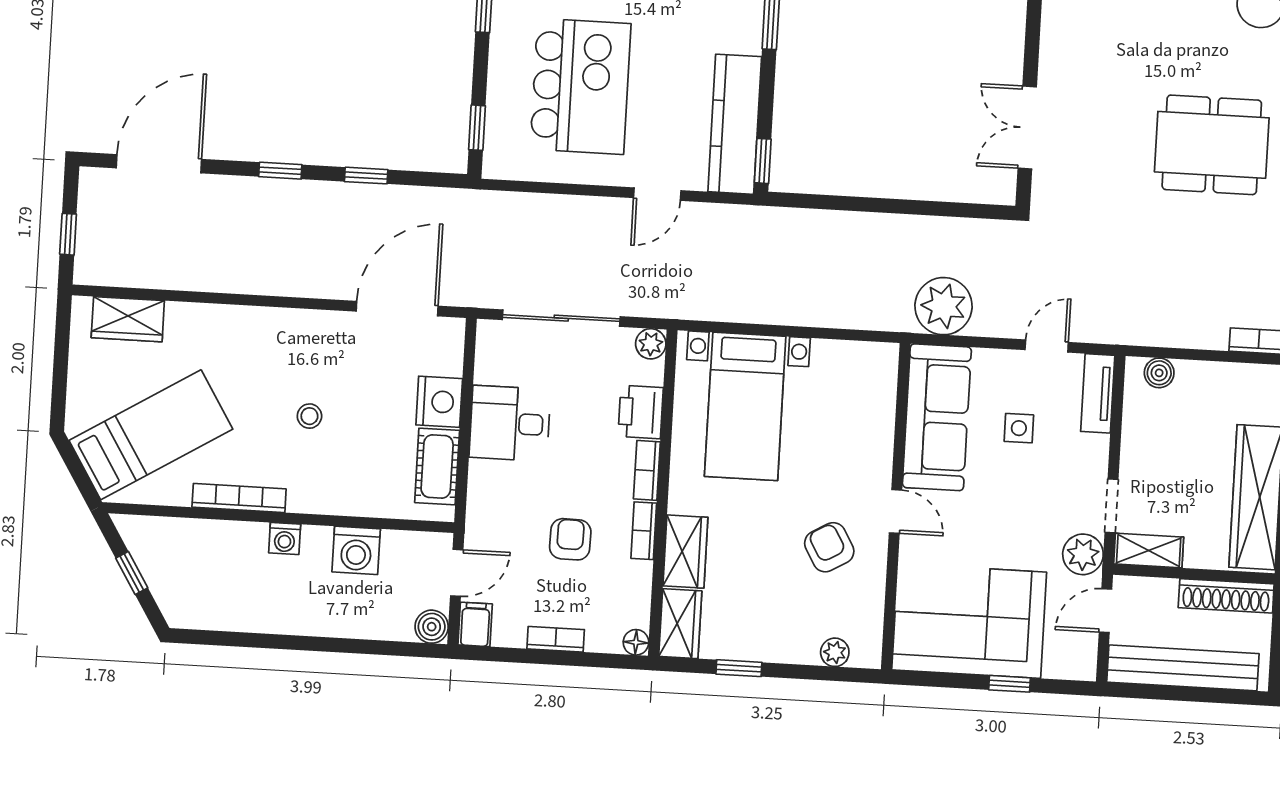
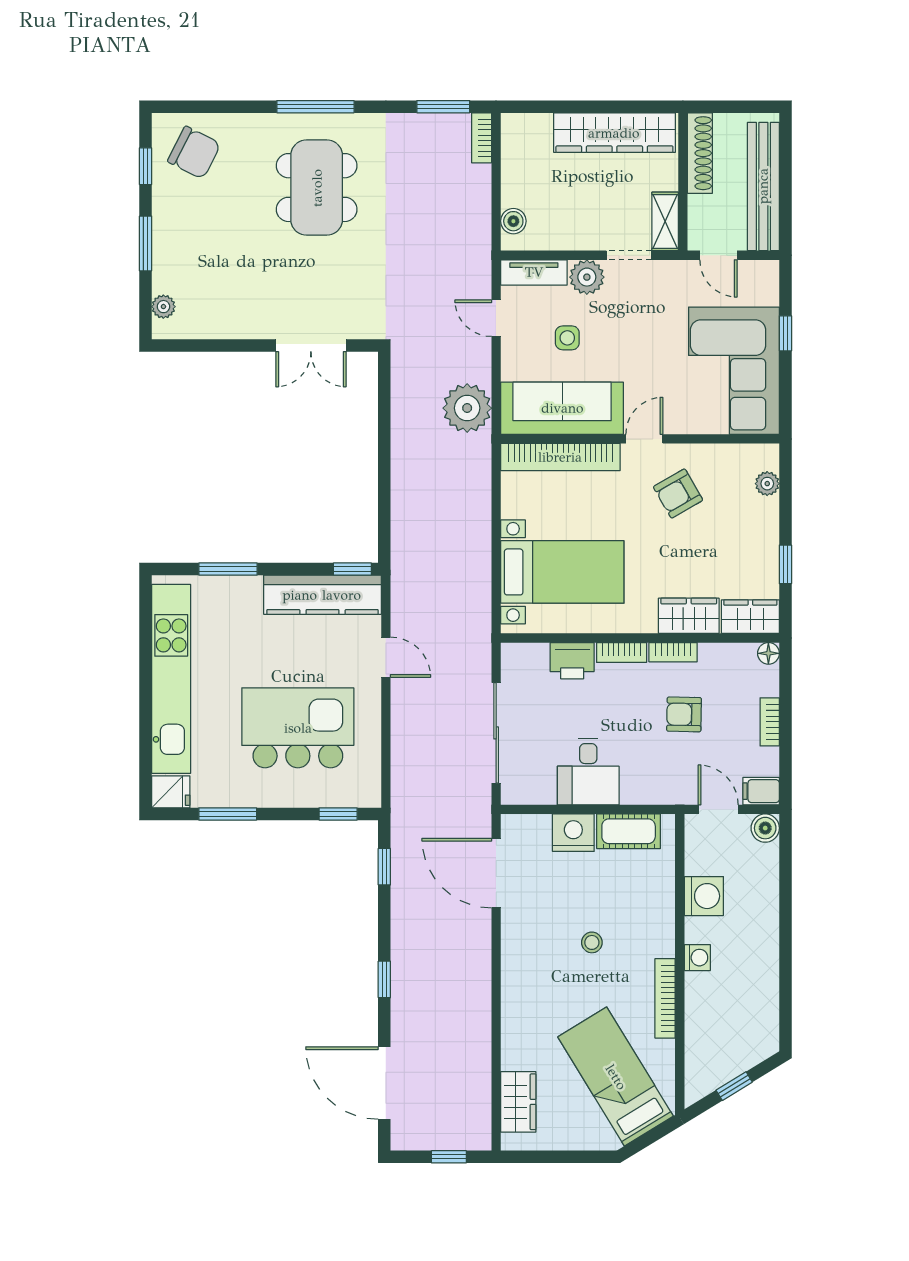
window: (366, 176) -> (384, 867), moved
plant: (651, 344) -> (514, 655), removed
bookcase: (880, 412) -> (560, 457), added
plant: (1083, 554) -> (587, 277), moved

